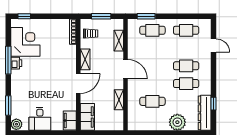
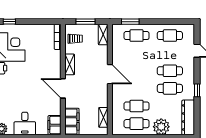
shelving: (119, 41) -> (103, 35), moved
door: (78, 83) -> (63, 88), swing flipped
shelving: (119, 100) -> (103, 117), moved
window: (213, 104) -> (197, 90), moved
cafe table: (152, 119) -> (137, 124), added

